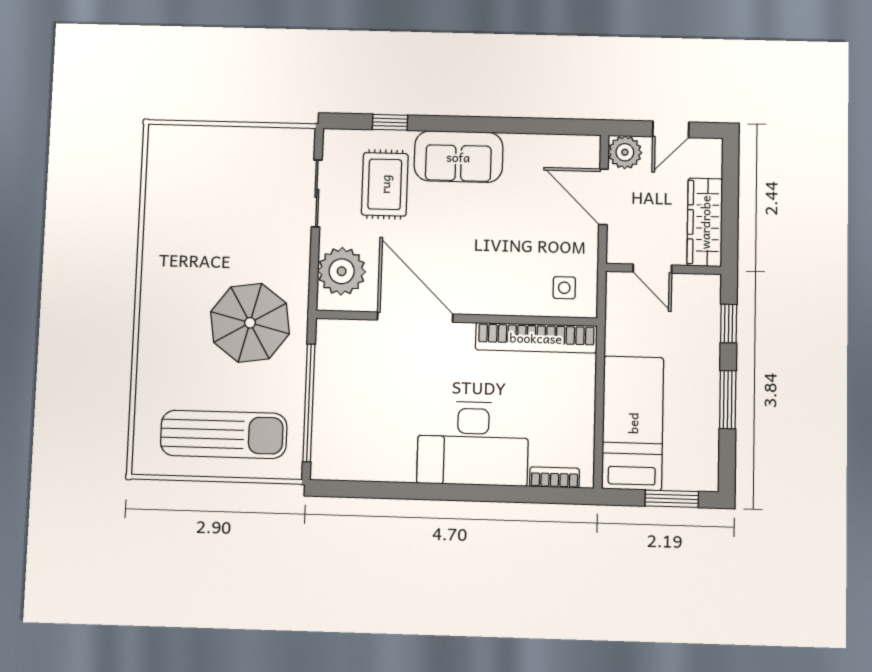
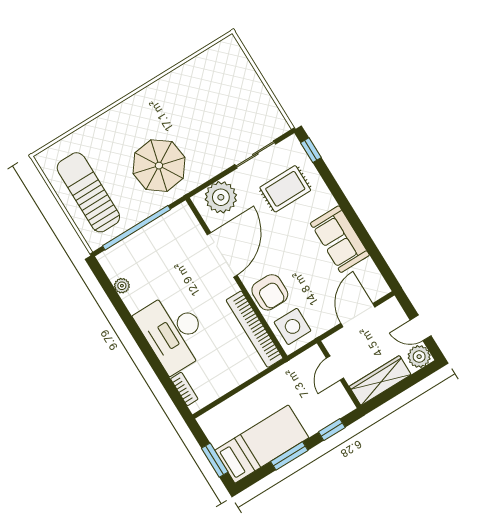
window: (390, 122) -> (311, 150), moved
plant: (625, 152) -> (419, 357), moved
sofa: (458, 157) -> (340, 239), moved
armchair: (502, 288) -> (270, 292), added
side table: (564, 288) -> (293, 326), width x1.87, depth x1.87
bed: (633, 423) -> (262, 444), moved
sun lounger: (224, 434) -> (88, 192), turned 180
plant: (370, 470) -> (122, 286), added

